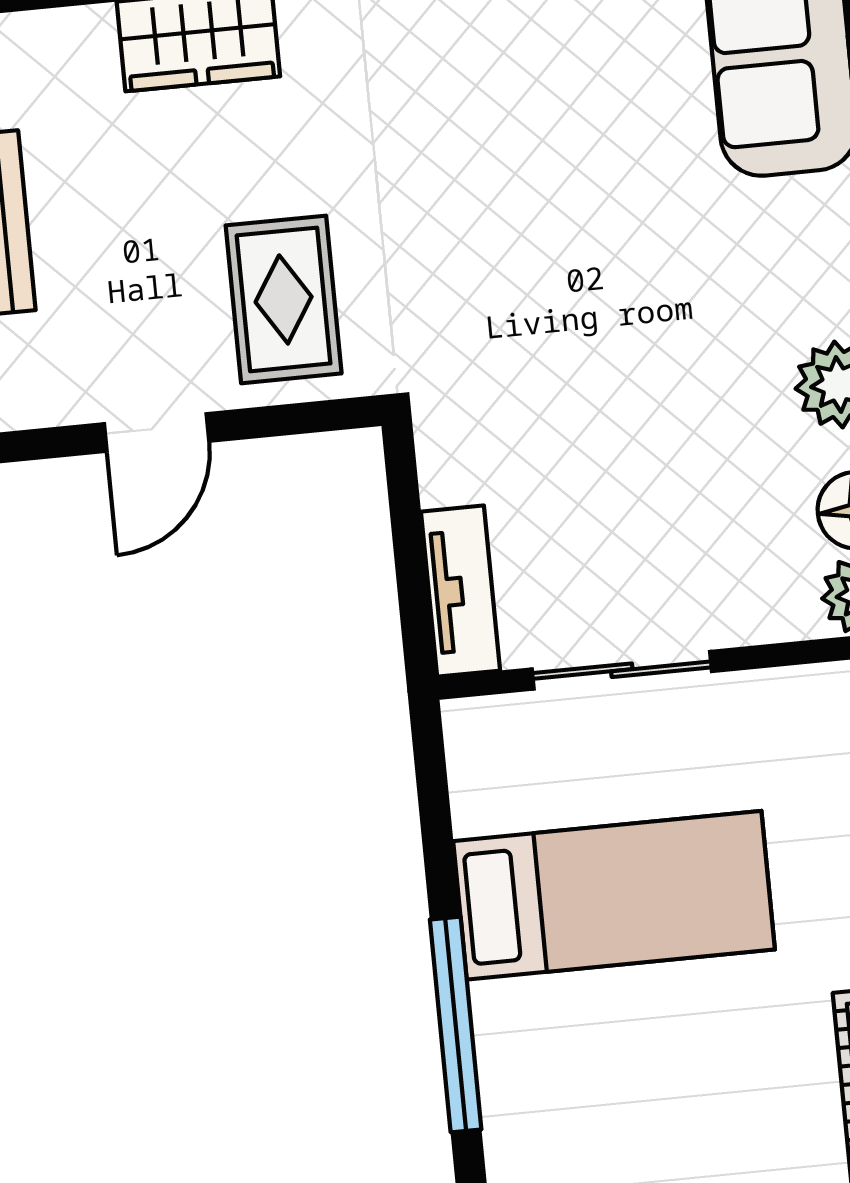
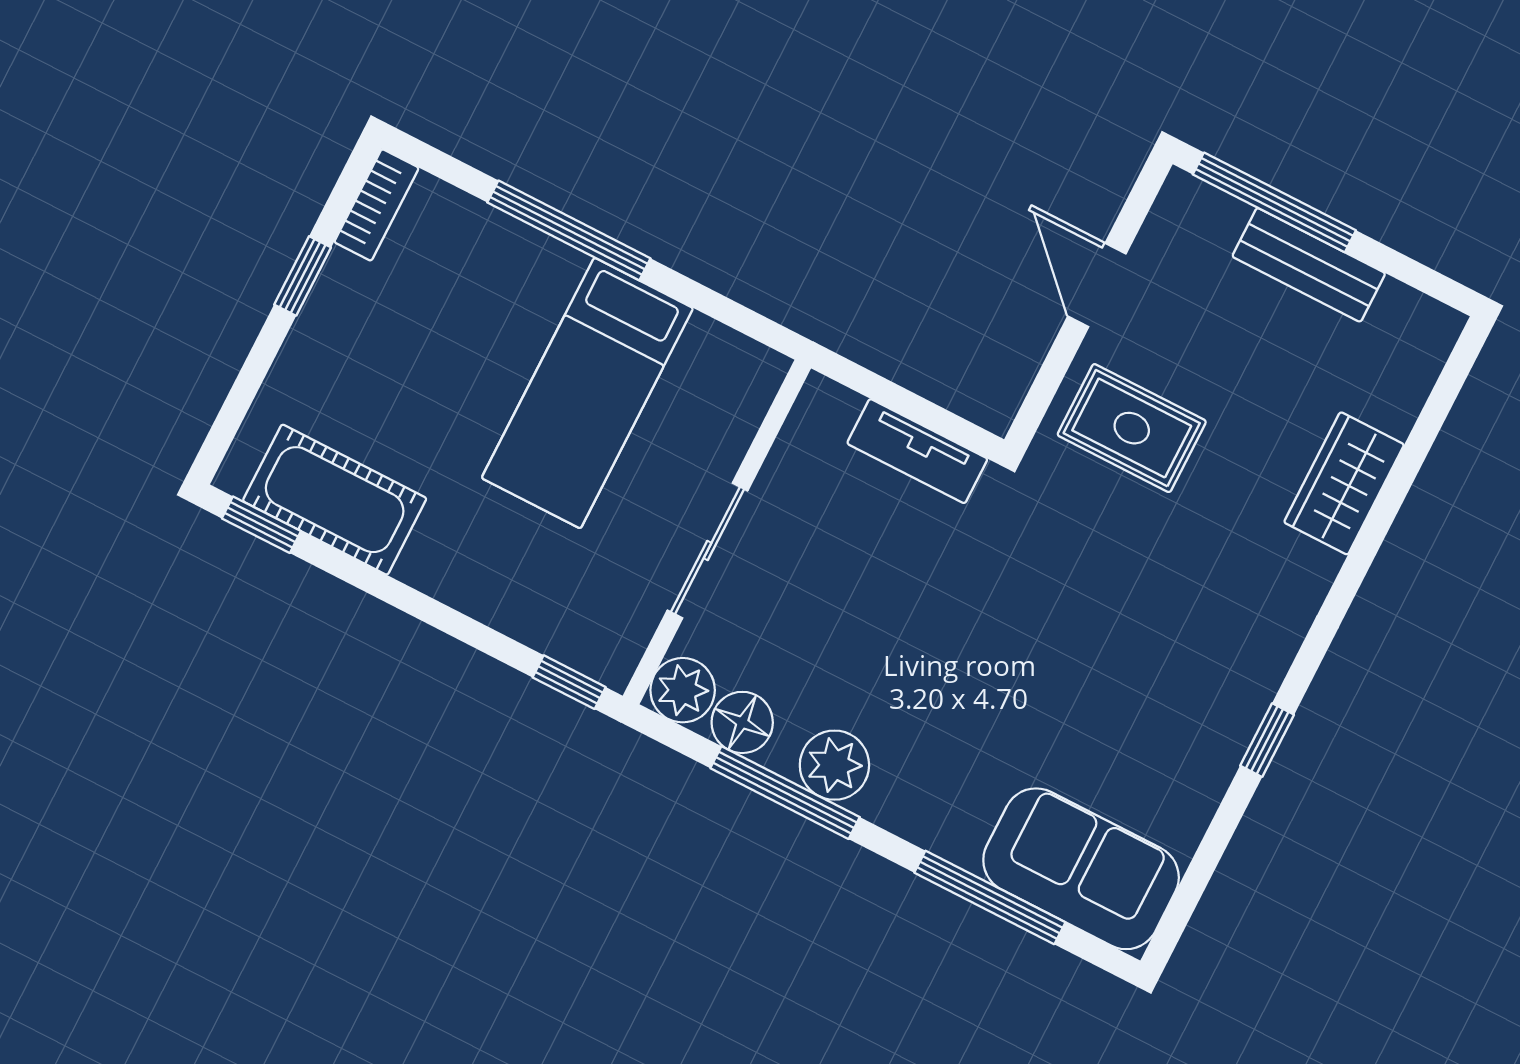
tv unit: (460, 591) -> (917, 451), moved
sliding door: (622, 670) -> (708, 550), moved

